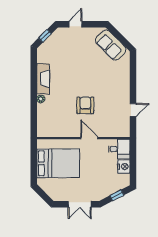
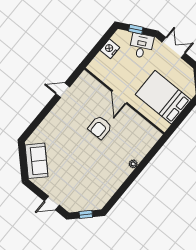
fireplace: (43, 79) -> (117, 179), removed
desk: (119, 149) -> (141, 46), moved, turned 63

